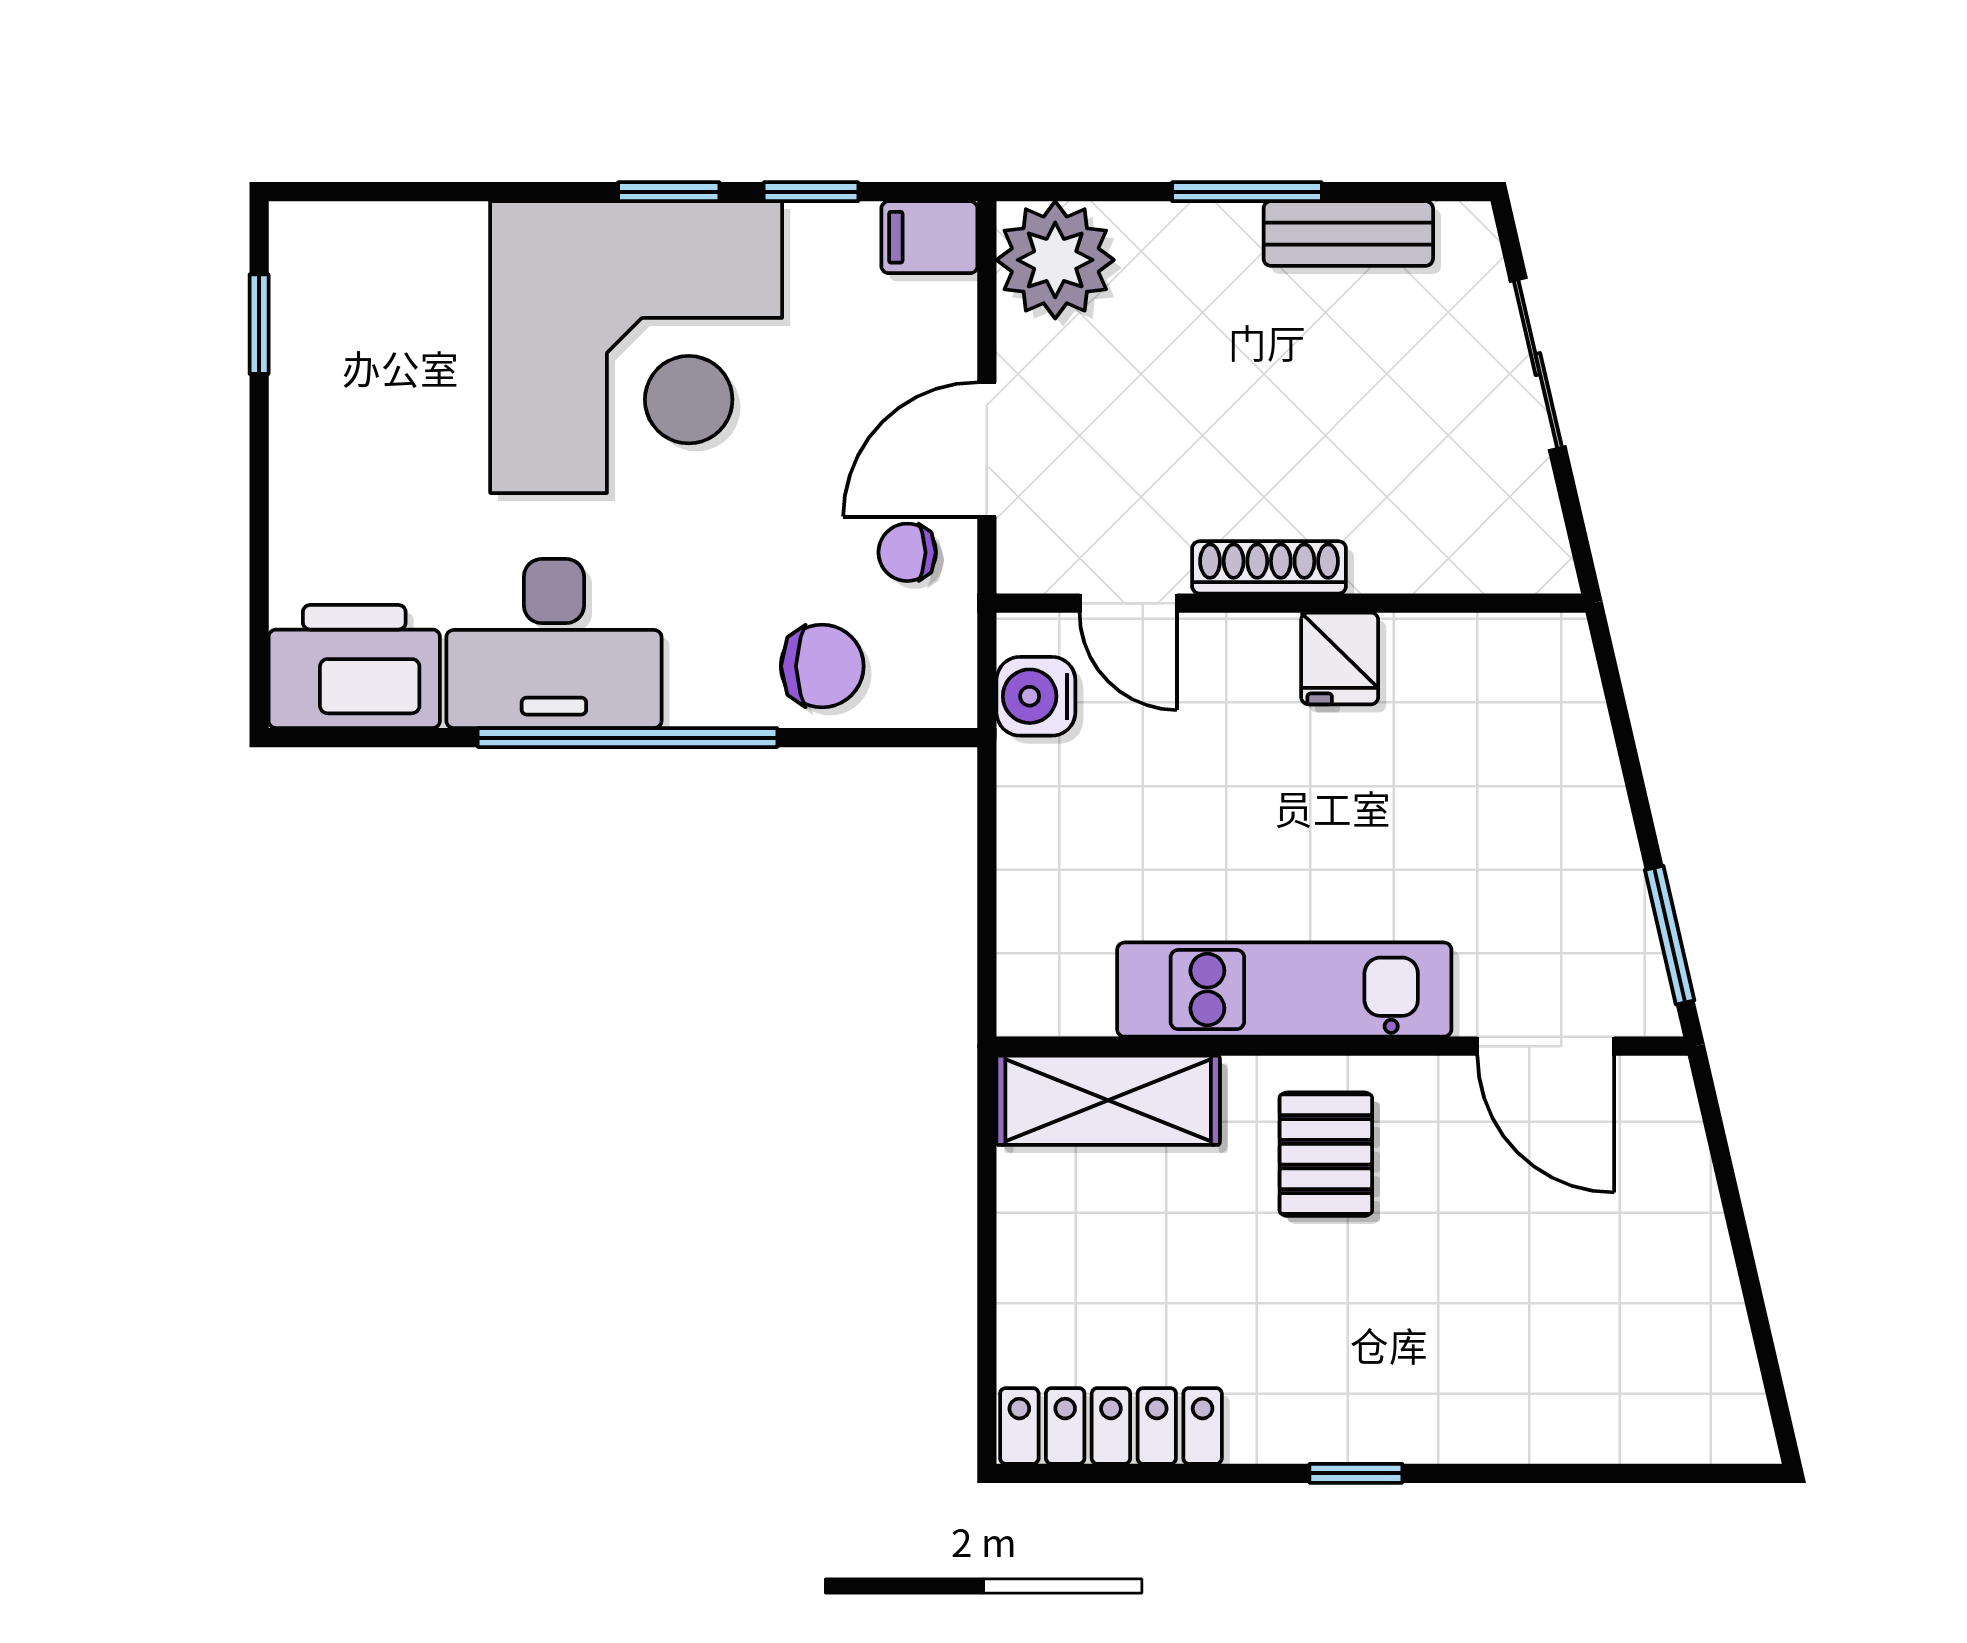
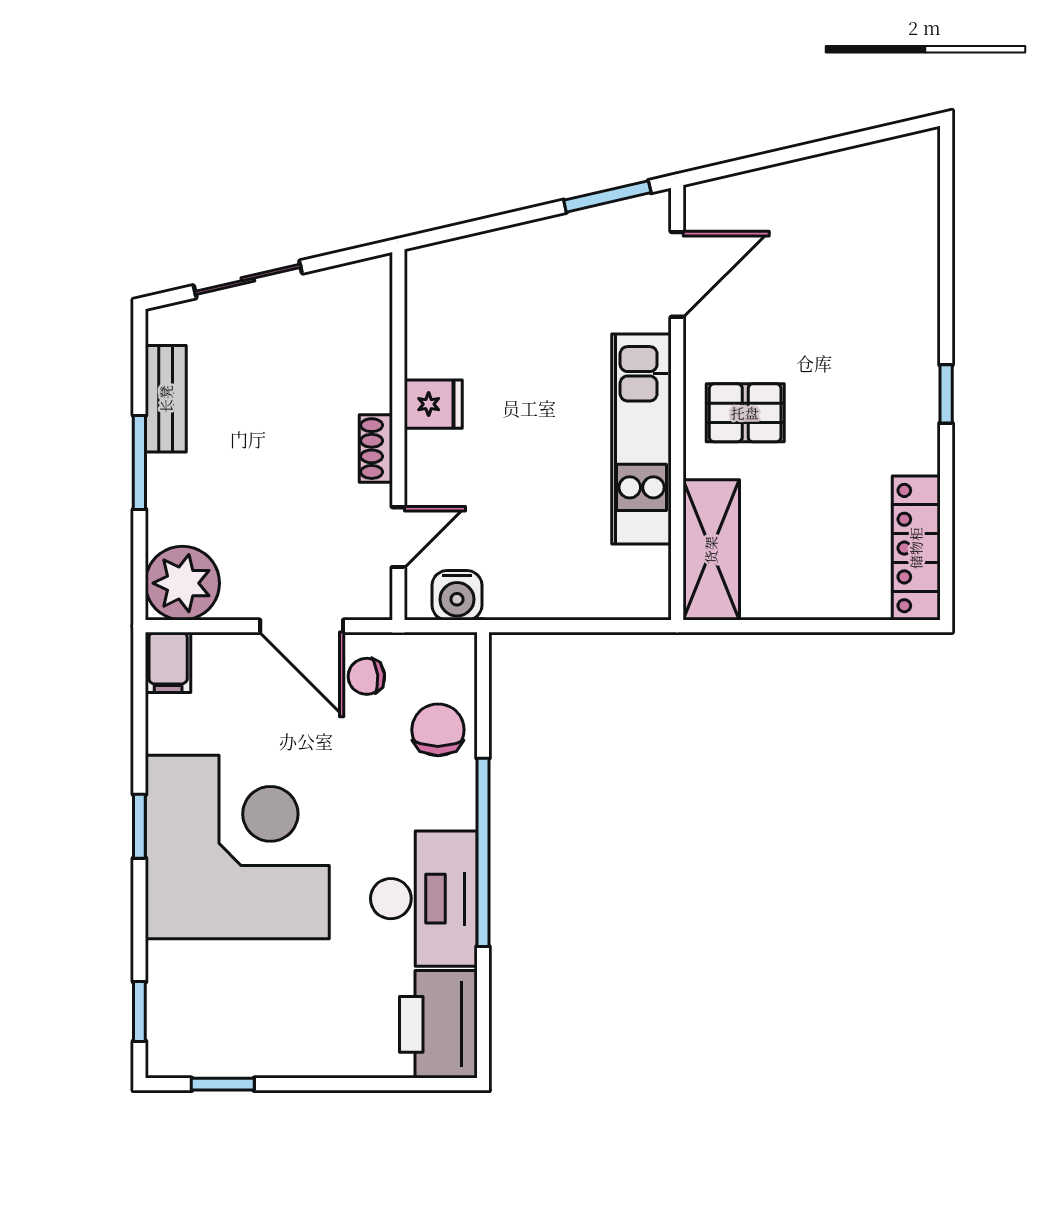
window: (811, 192) -> (139, 1012), moved
chair: (907, 552) -> (366, 676), turned 84
shoe rack: (1269, 567) -> (376, 449), width x0.70

